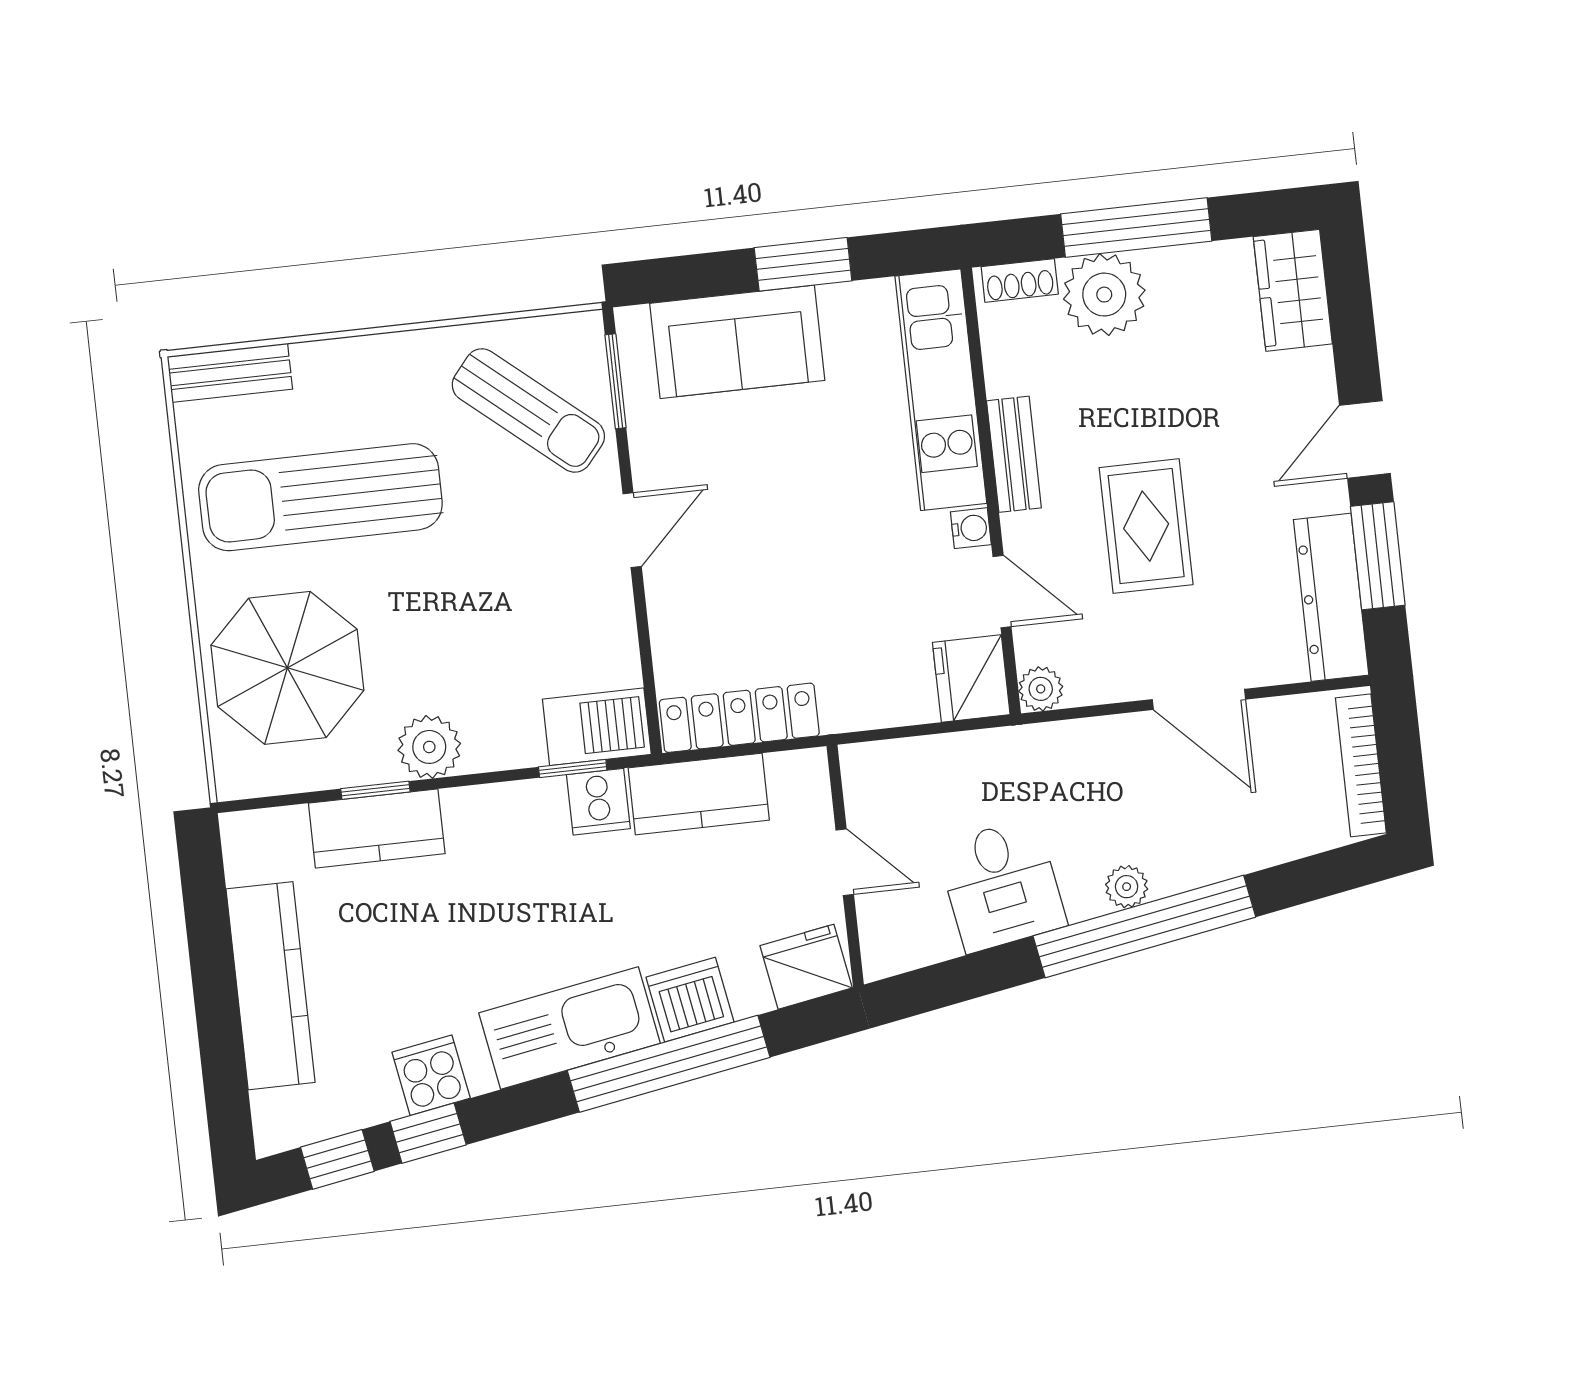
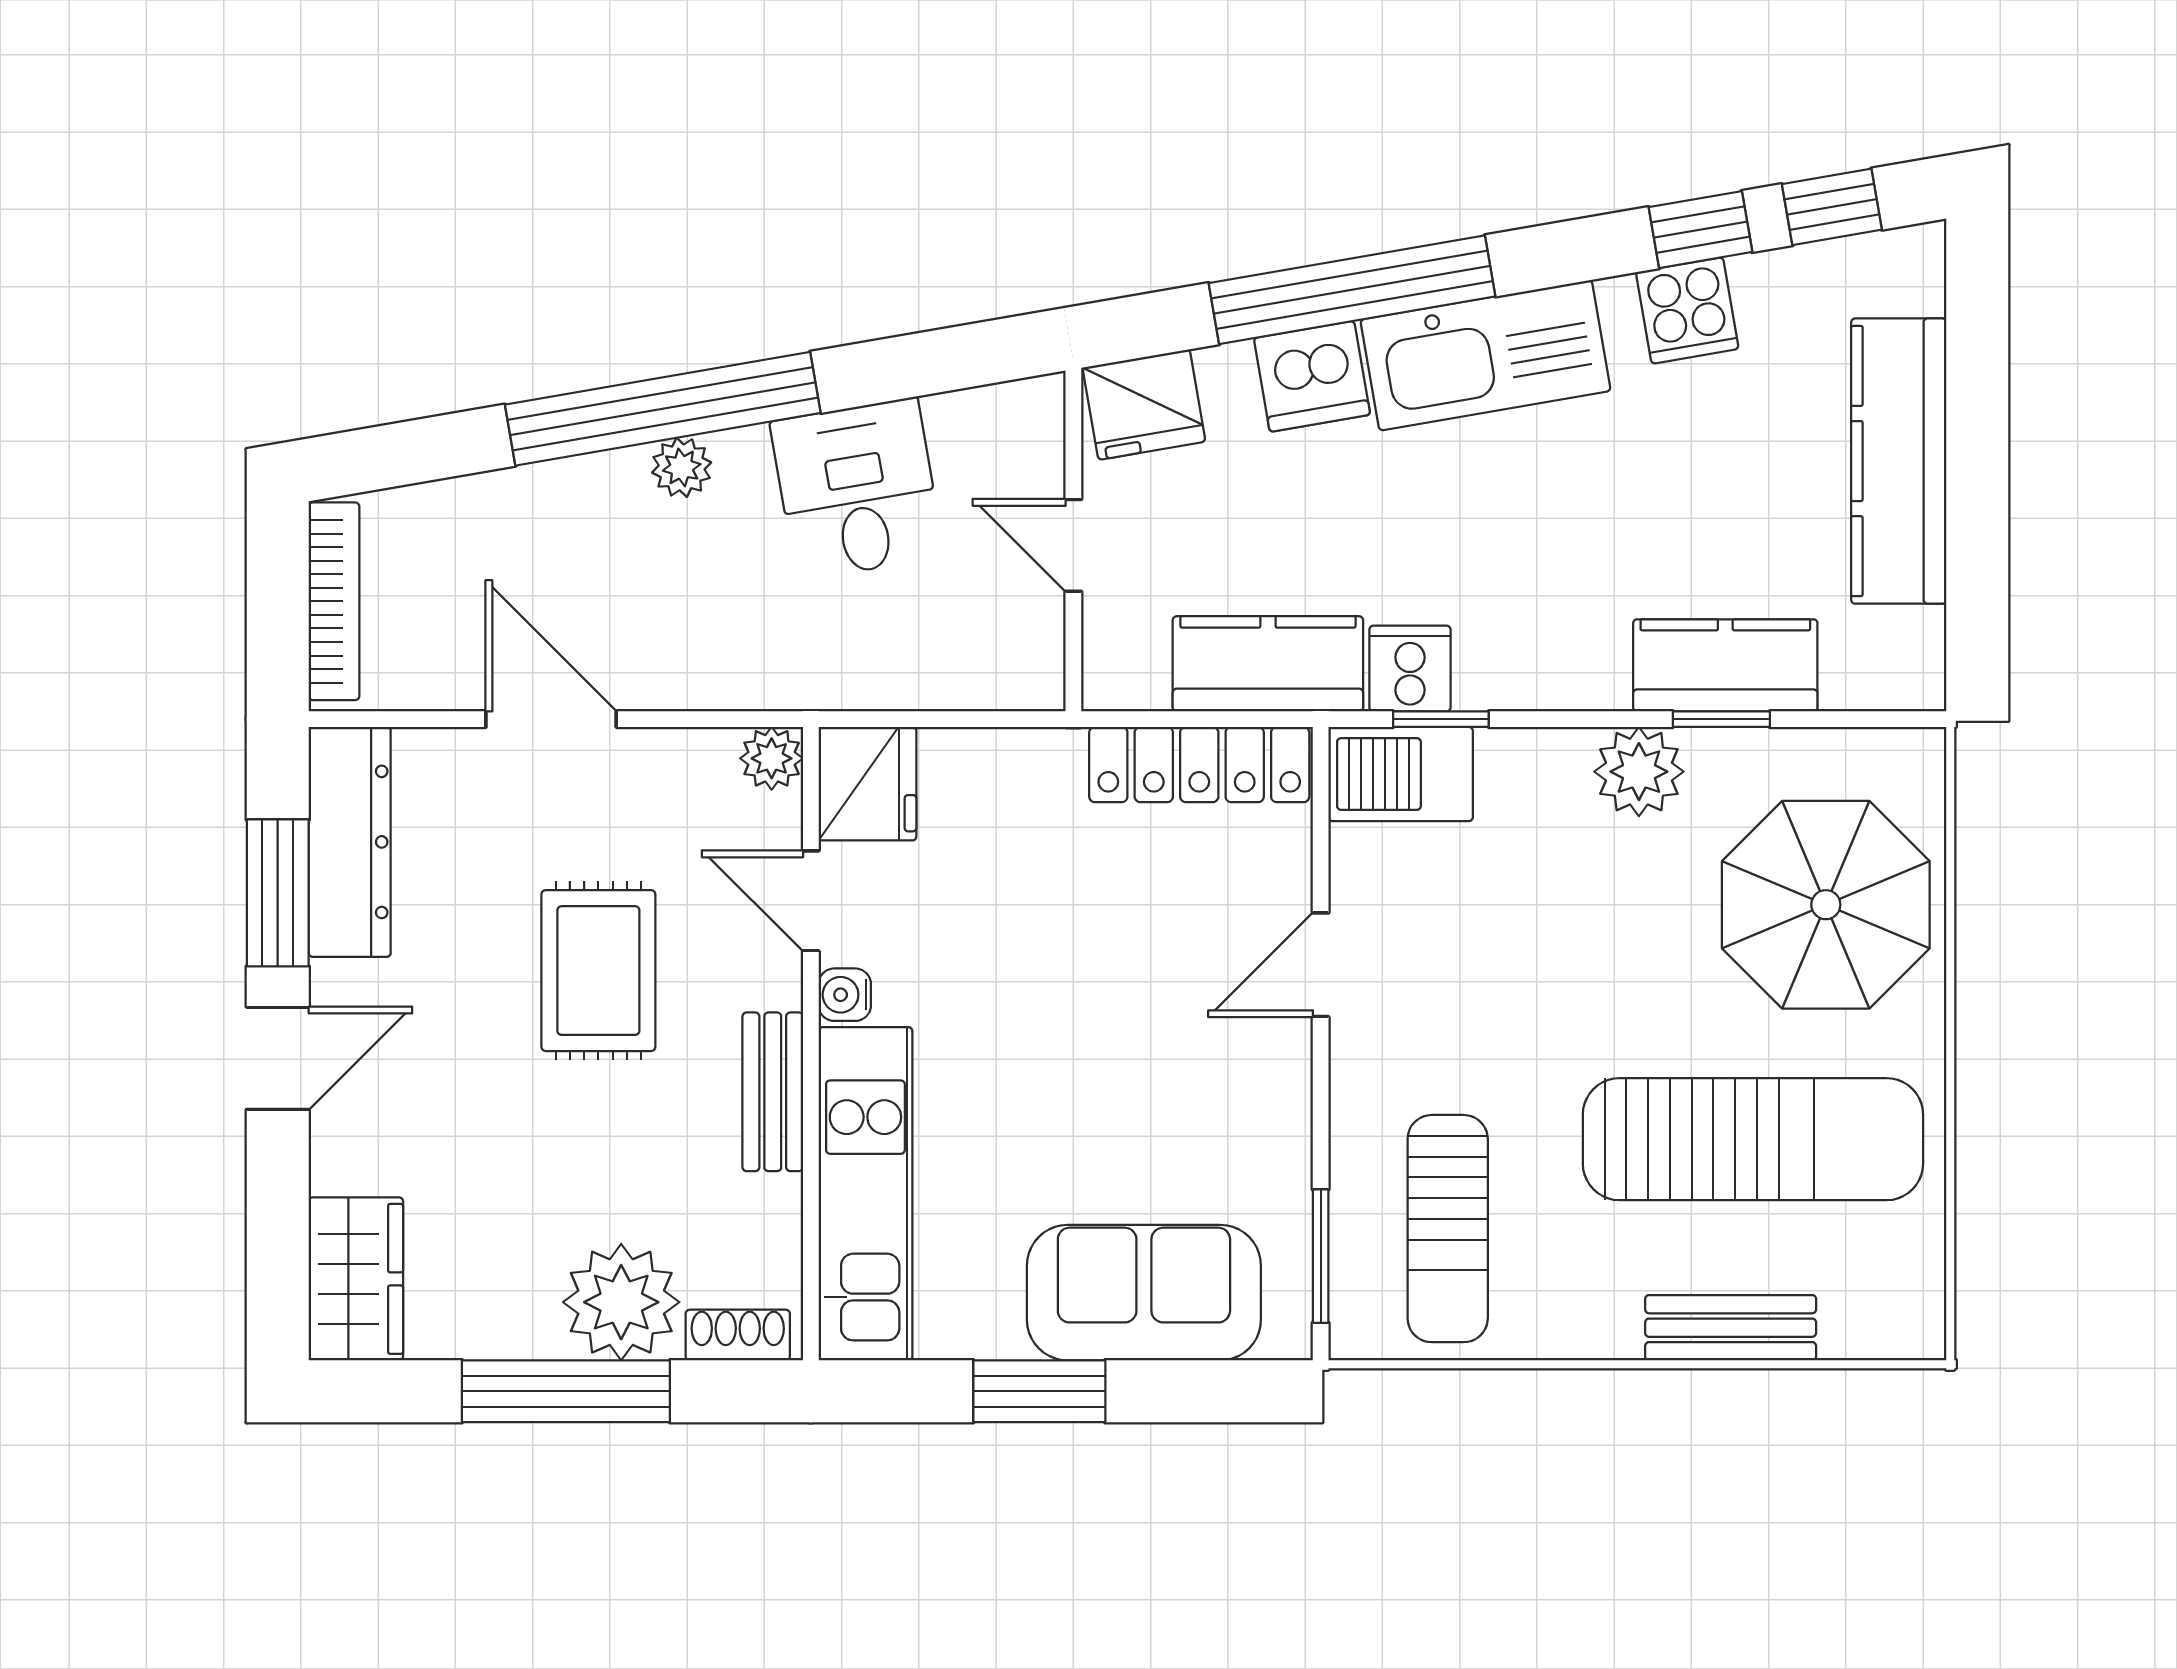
bench: (230, 373) -> (1731, 1328), moved
sun lounger: (528, 410) -> (1448, 1229), turned -130
door: (632, 530) -> (1321, 965), moved

